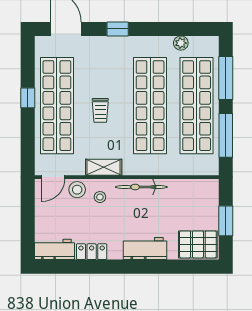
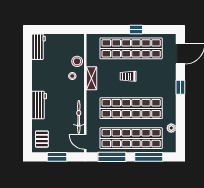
door: (53, 177) -> (85, 142), moved
bicycle: (141, 187) -> (79, 117), moved
pallet: (198, 244) -> (42, 139), width x0.67, depth x0.71
locker: (92, 252) -> (37, 71), removed

